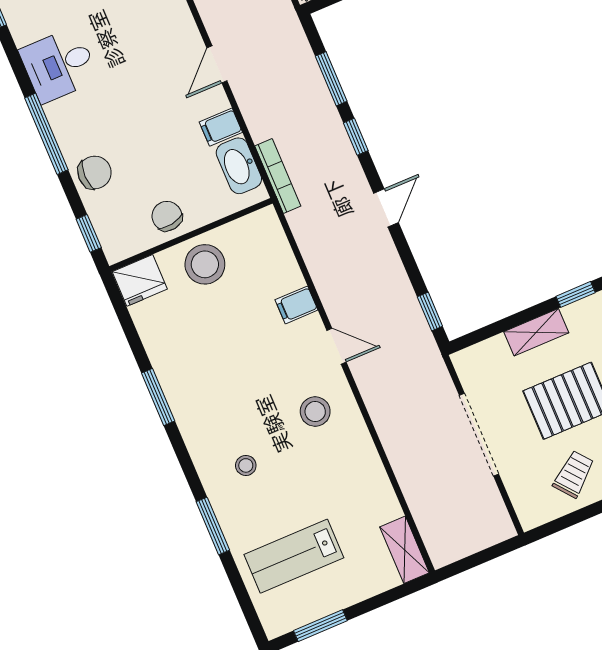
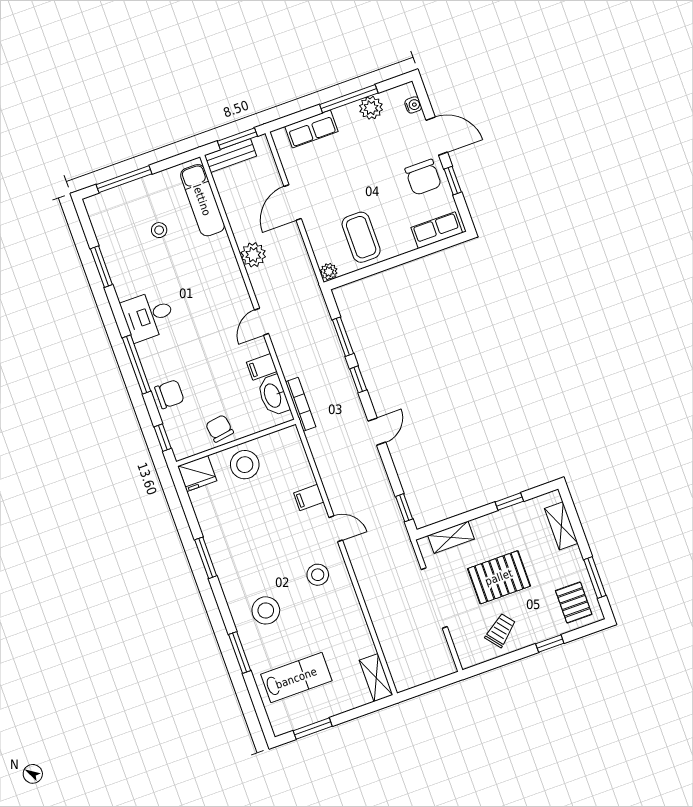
shelving: (536, 332) -> (451, 537), moved
stool: (246, 465) -> (266, 610), width x1.89, depth x1.89
lab bench: (294, 556) -> (296, 678), turned 180

